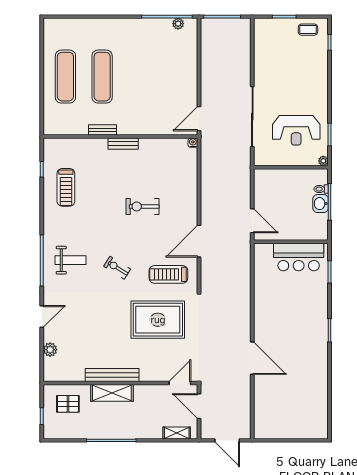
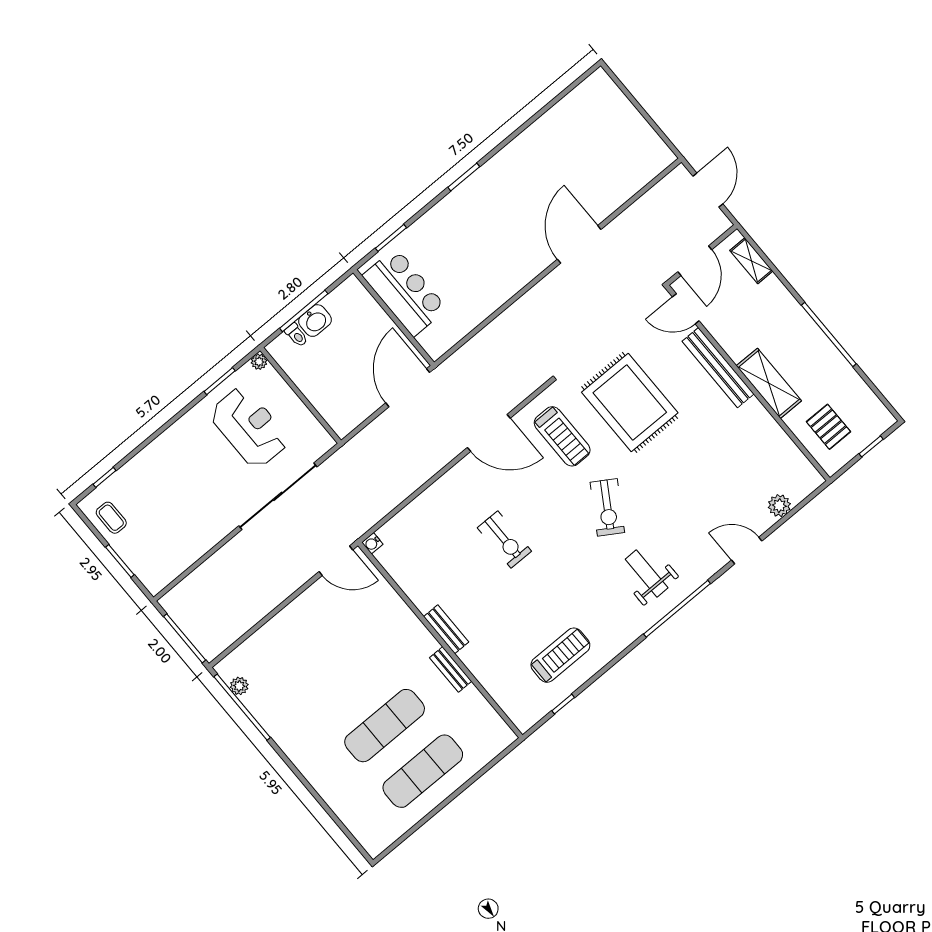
door: (252, 221) -> (408, 388), width x1.36
exercise bike: (117, 268) -> (607, 507), width x1.38, depth x1.39
bench: (112, 375) -> (718, 368), moved

